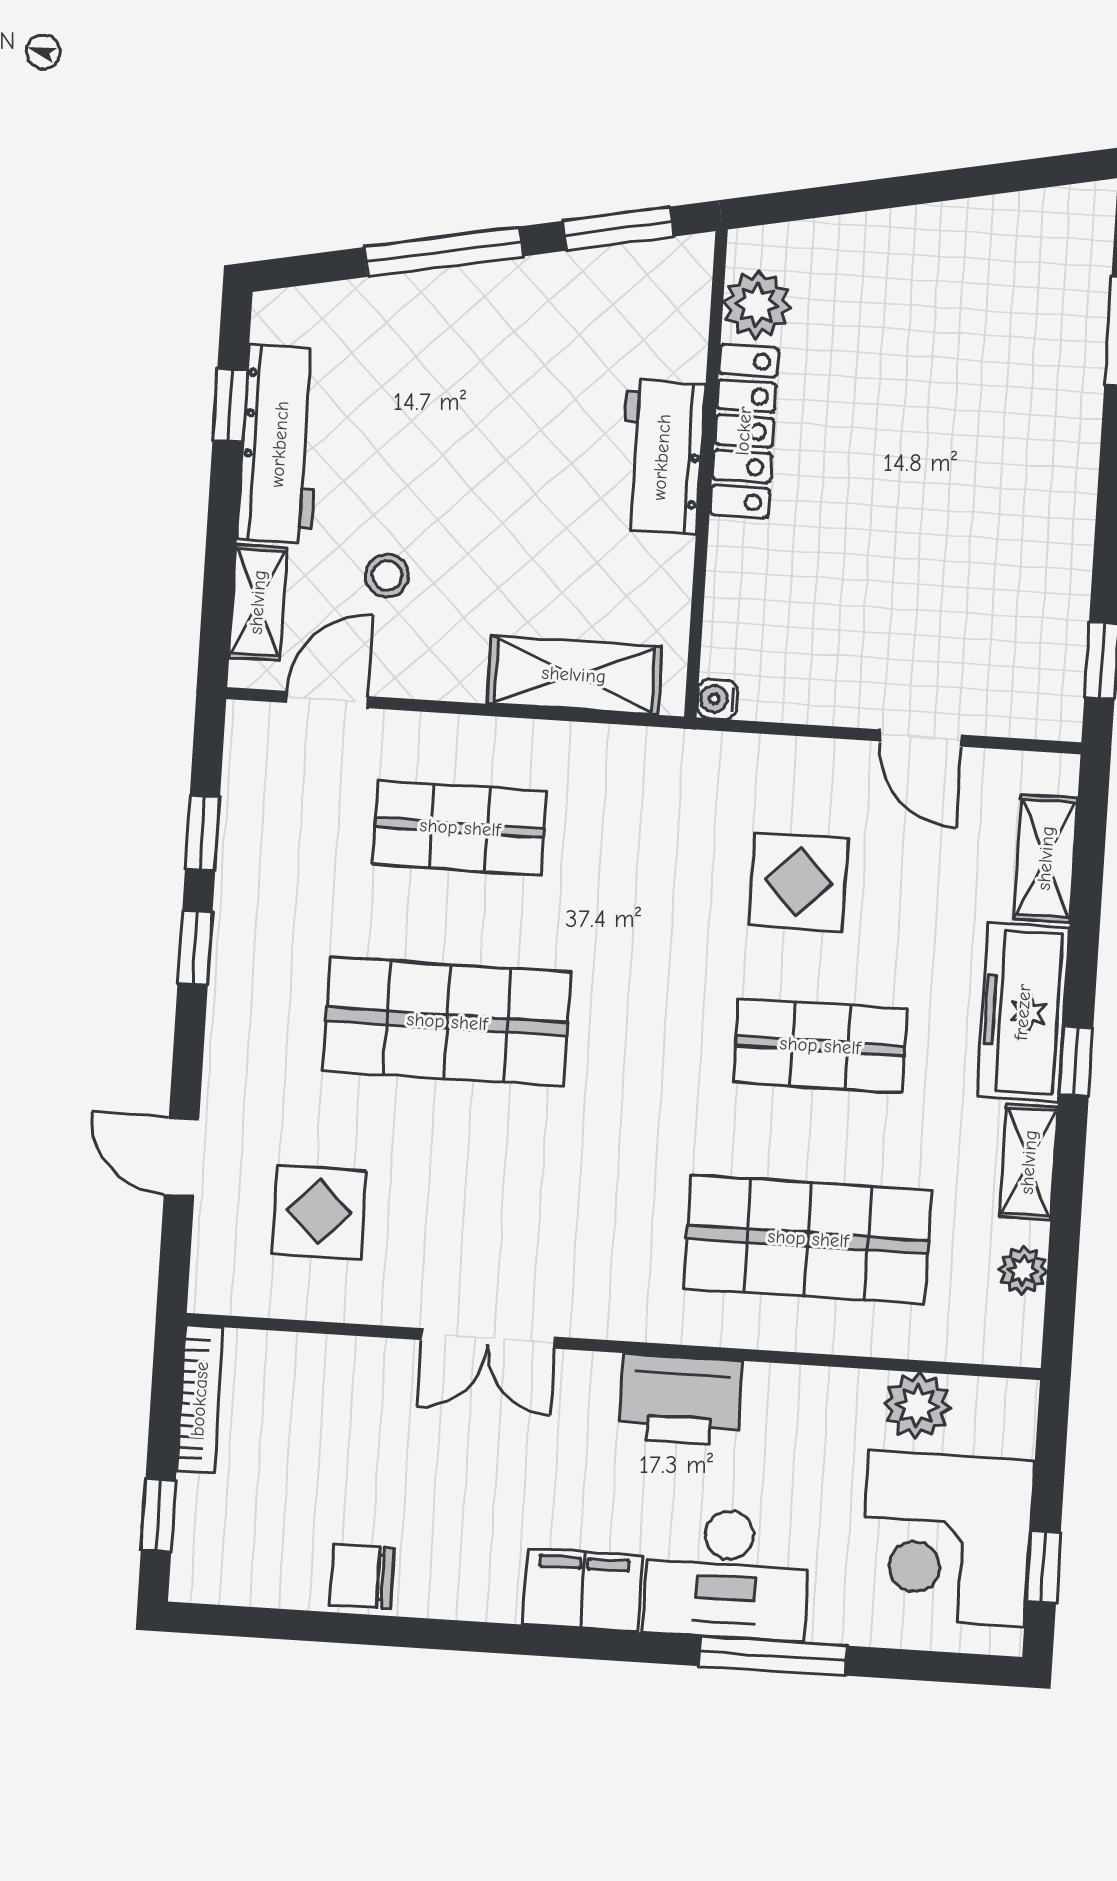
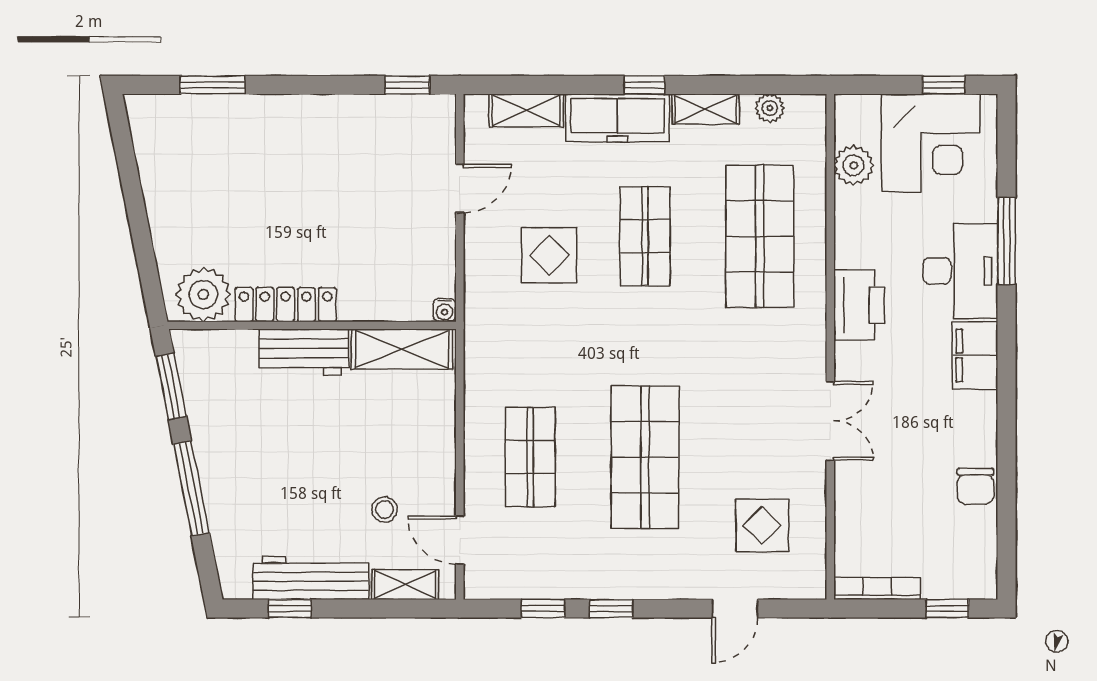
plant: (757, 305) -> (203, 294), width x1.36, depth x1.36
shelving: (574, 675) -> (402, 349), moved, turned 90

